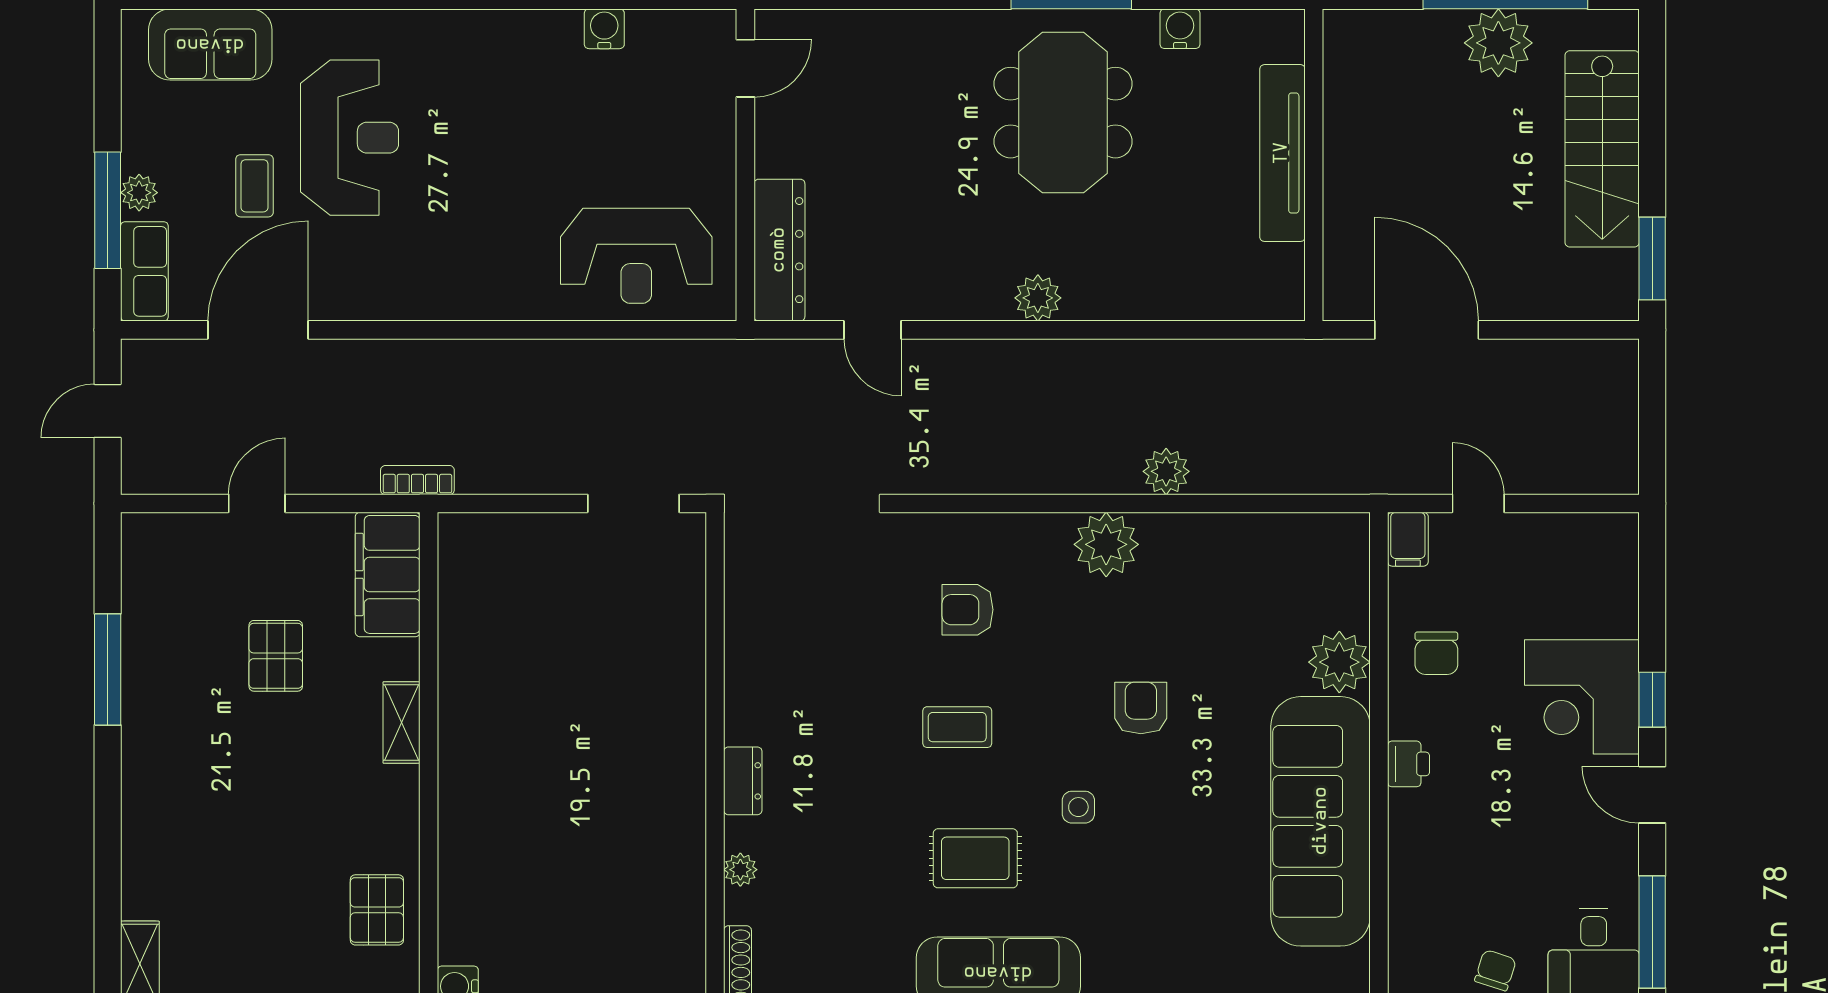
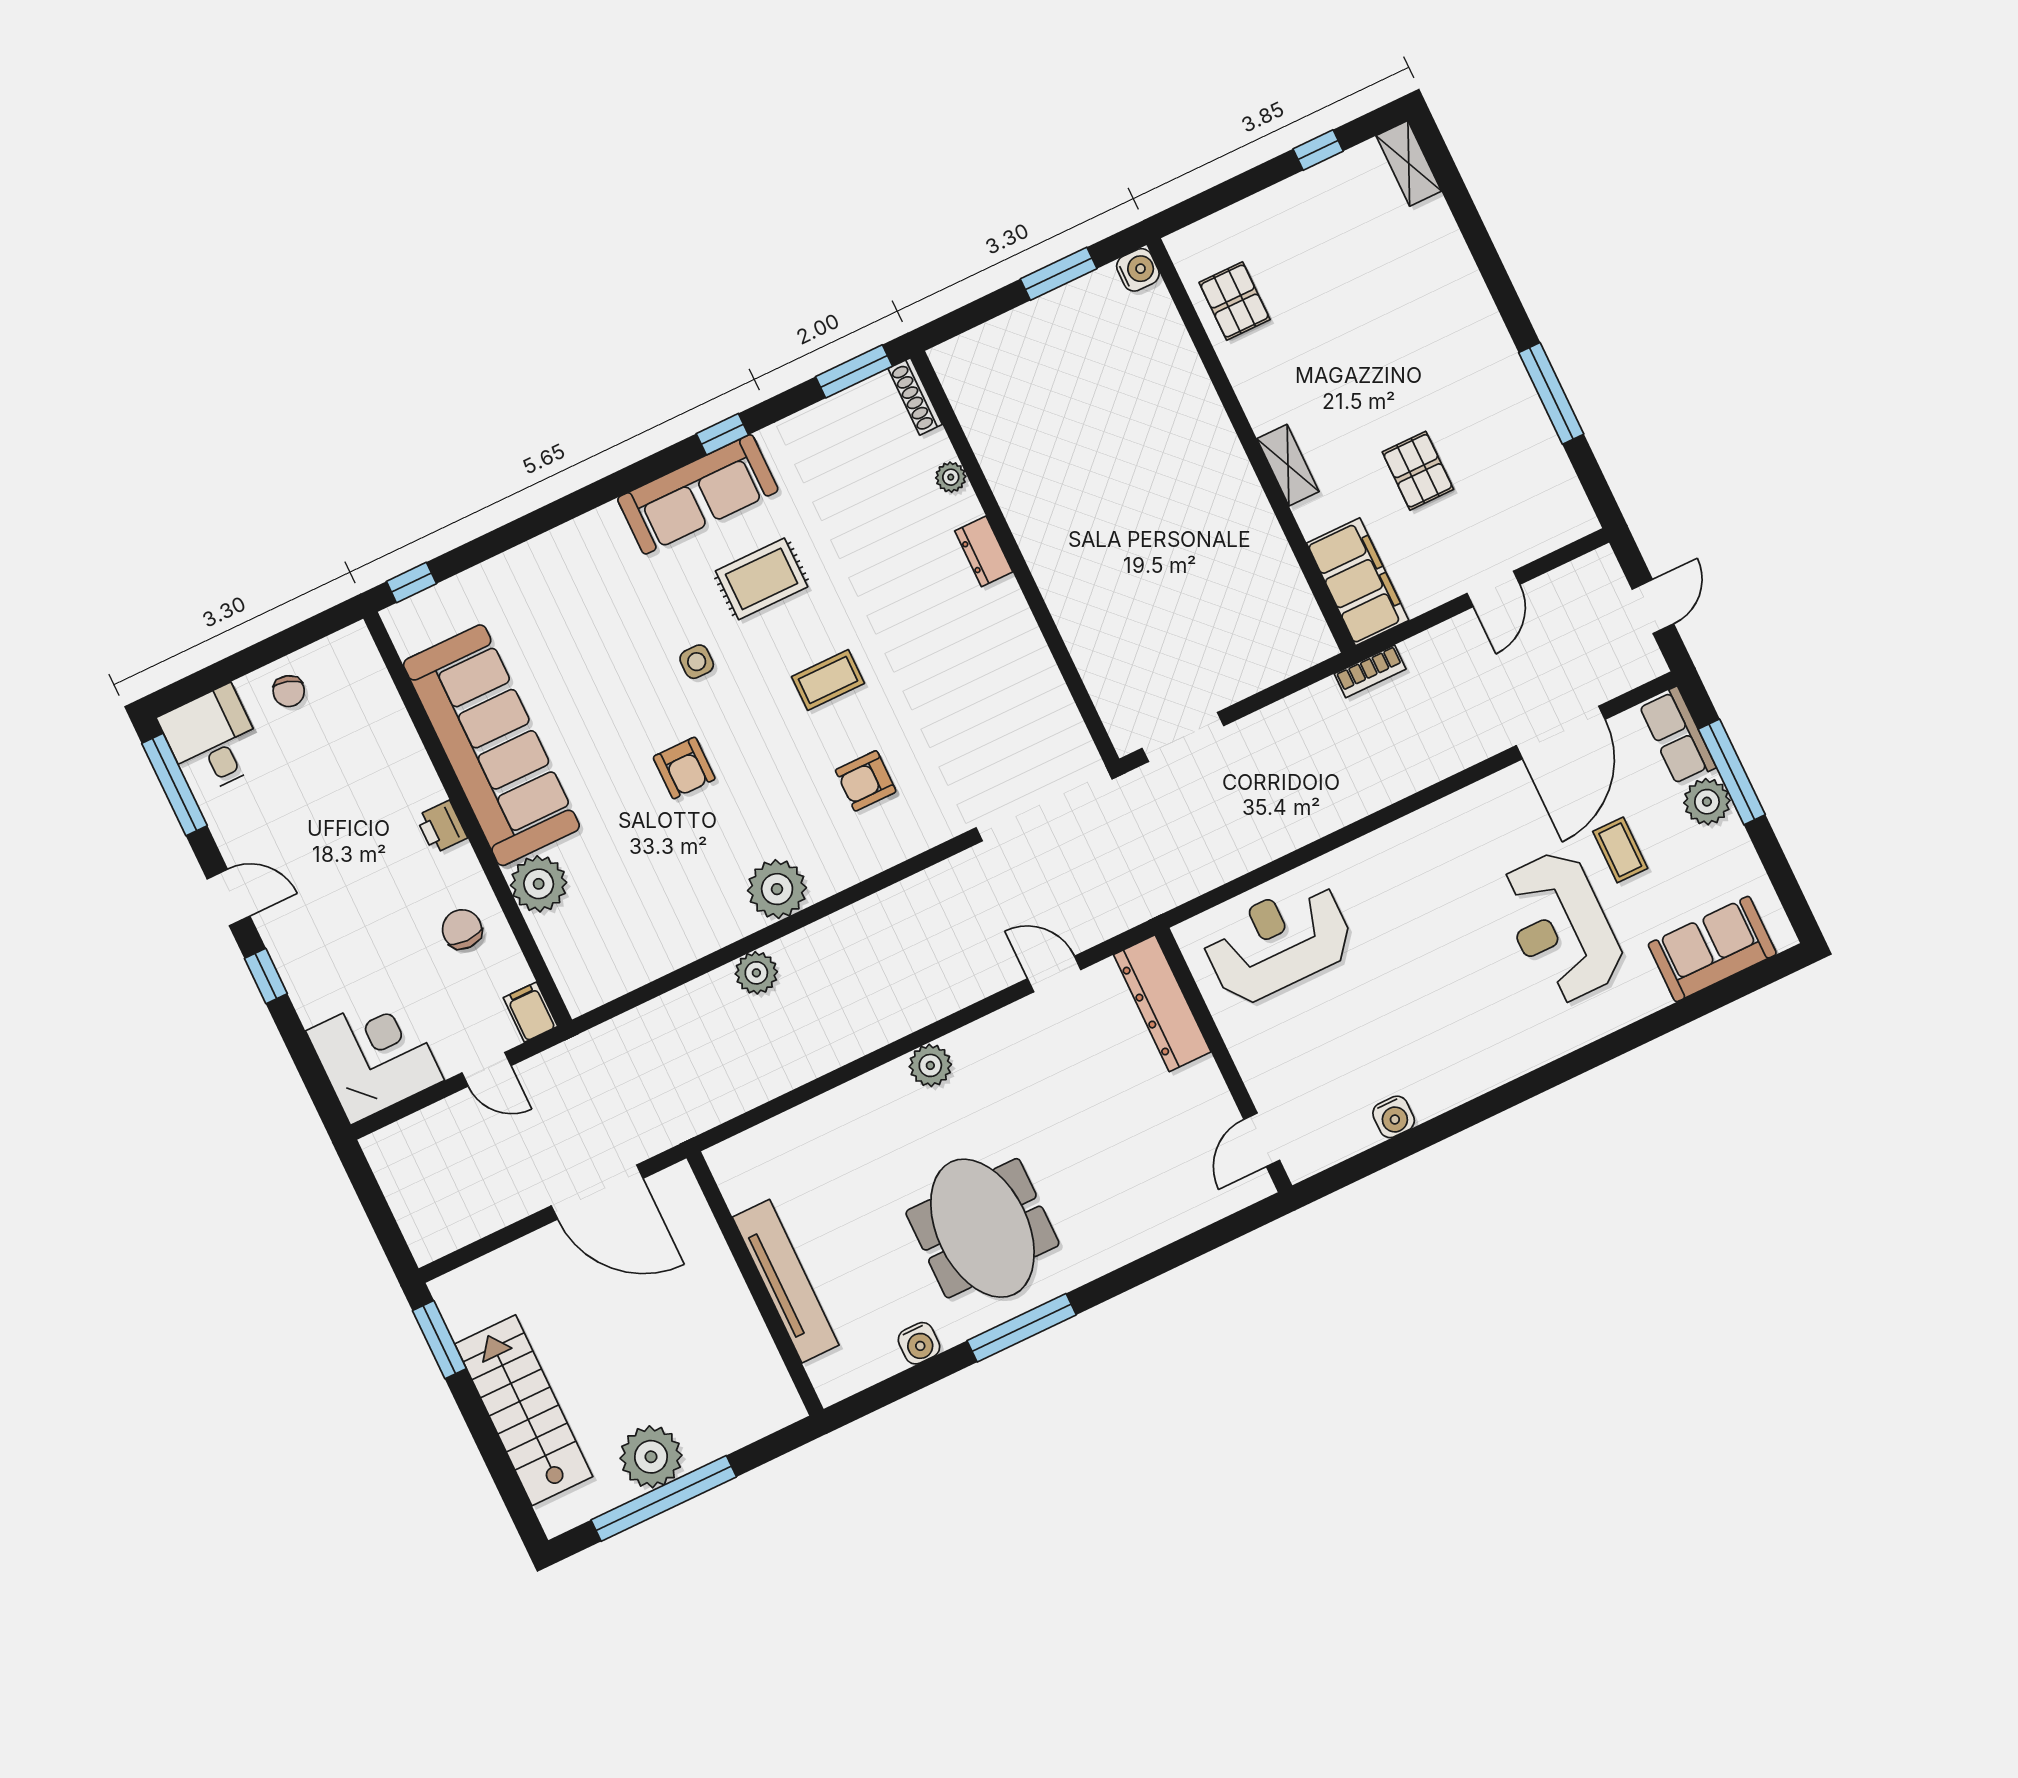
plant: (139, 193) -> (1707, 802), width x1.38, depth x1.38
armchair: (968, 610) -> (866, 781), turned 180
corner desk: (1582, 697) -> (375, 1056), moved

